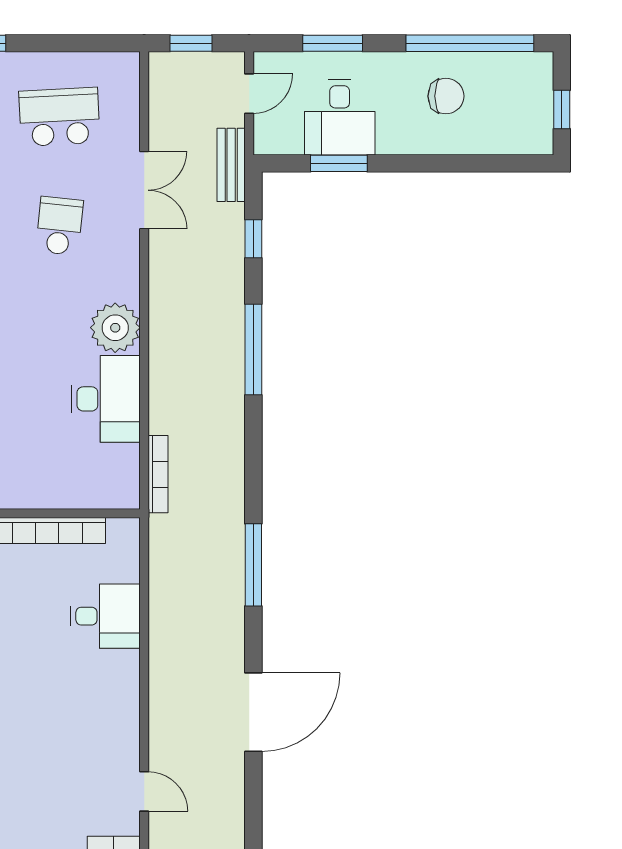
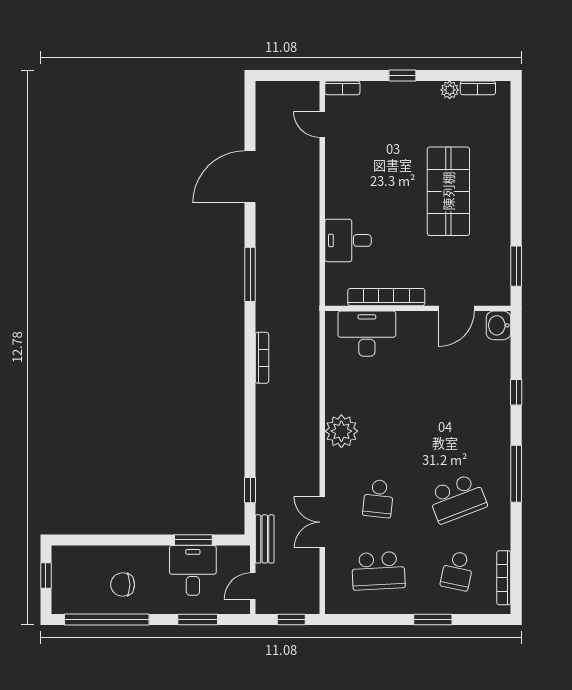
window: (253, 350) -> (250, 417), removed
desk: (106, 399) -> (367, 334), moved, turned 90
bookcase: (158, 474) -> (262, 358), moved, turned 180

